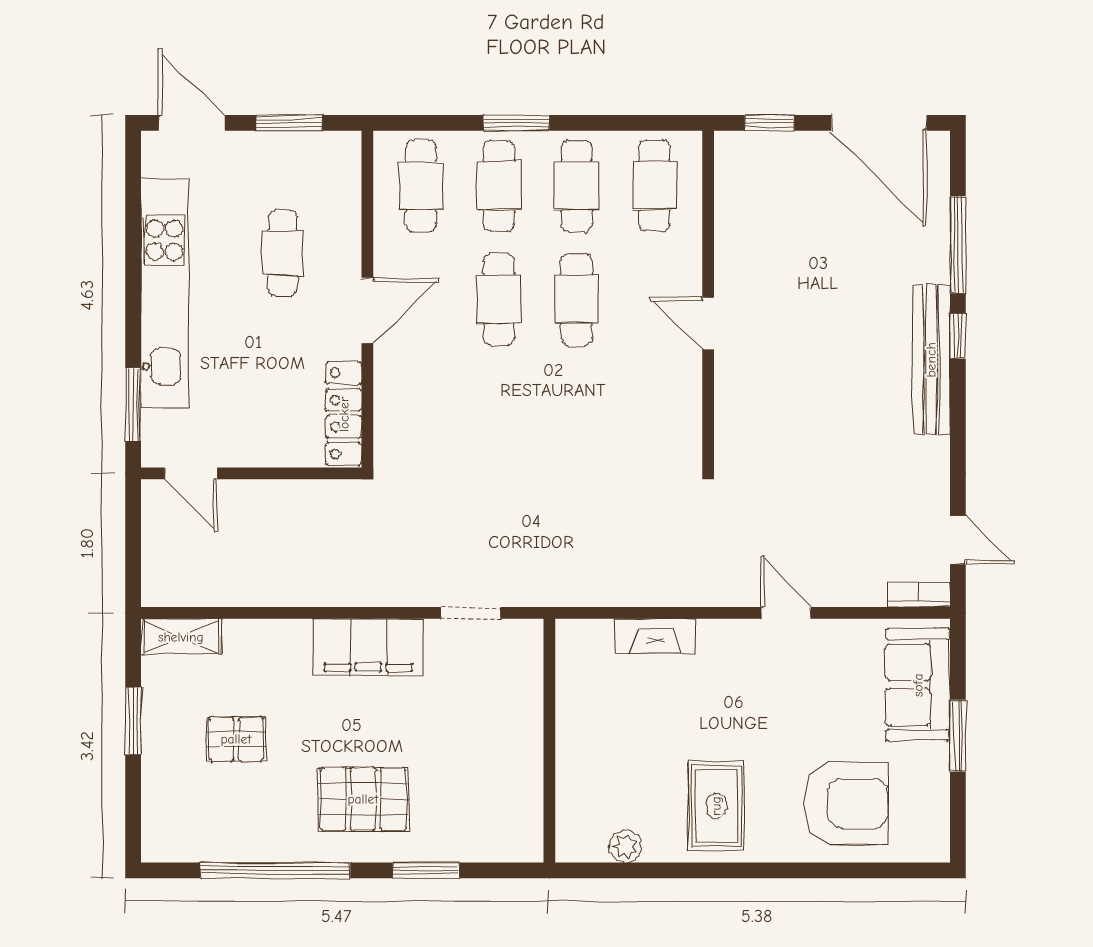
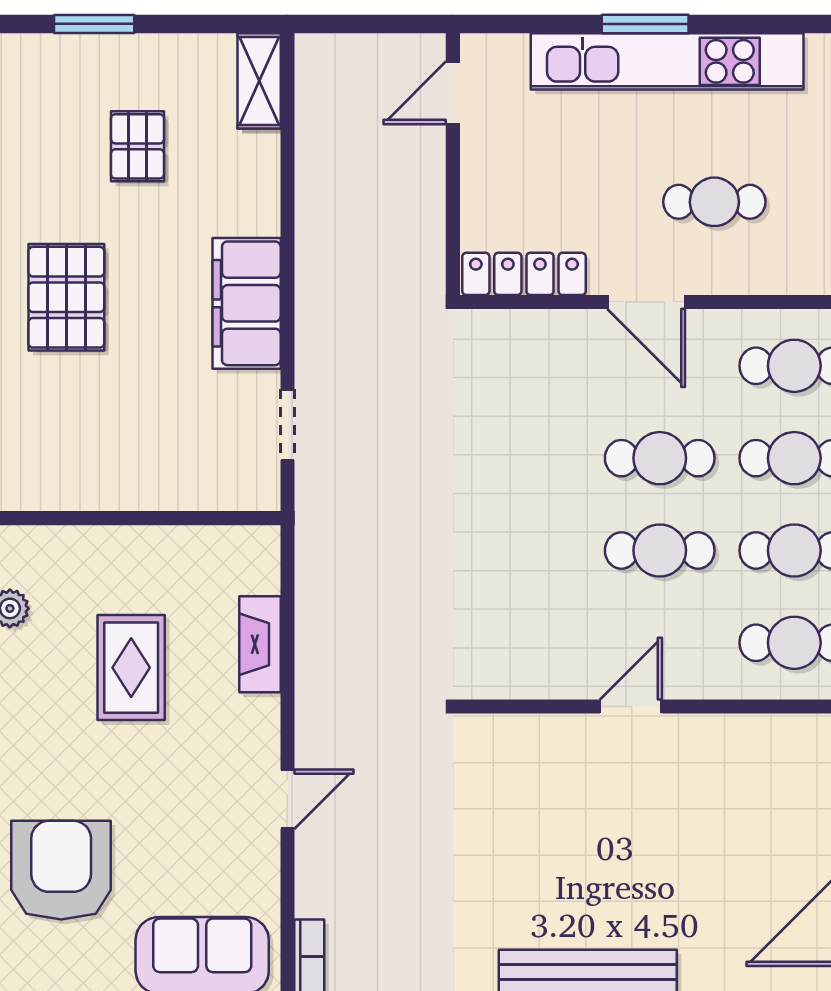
window: (133, 404) -> (645, 24), moved
window: (133, 721) -> (94, 24), moved
armchair: (846, 804) -> (61, 870), turned 180
rug: (716, 806) -> (131, 668), moved, turned 90

